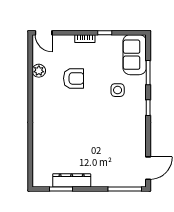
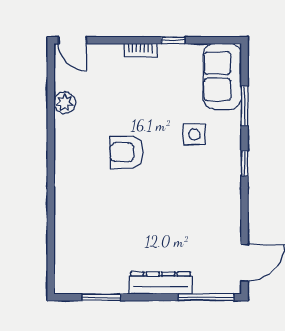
armchair: (74, 78) -> (127, 152), moved, turned 180
dresser: (72, 180) -> (160, 283), moved

